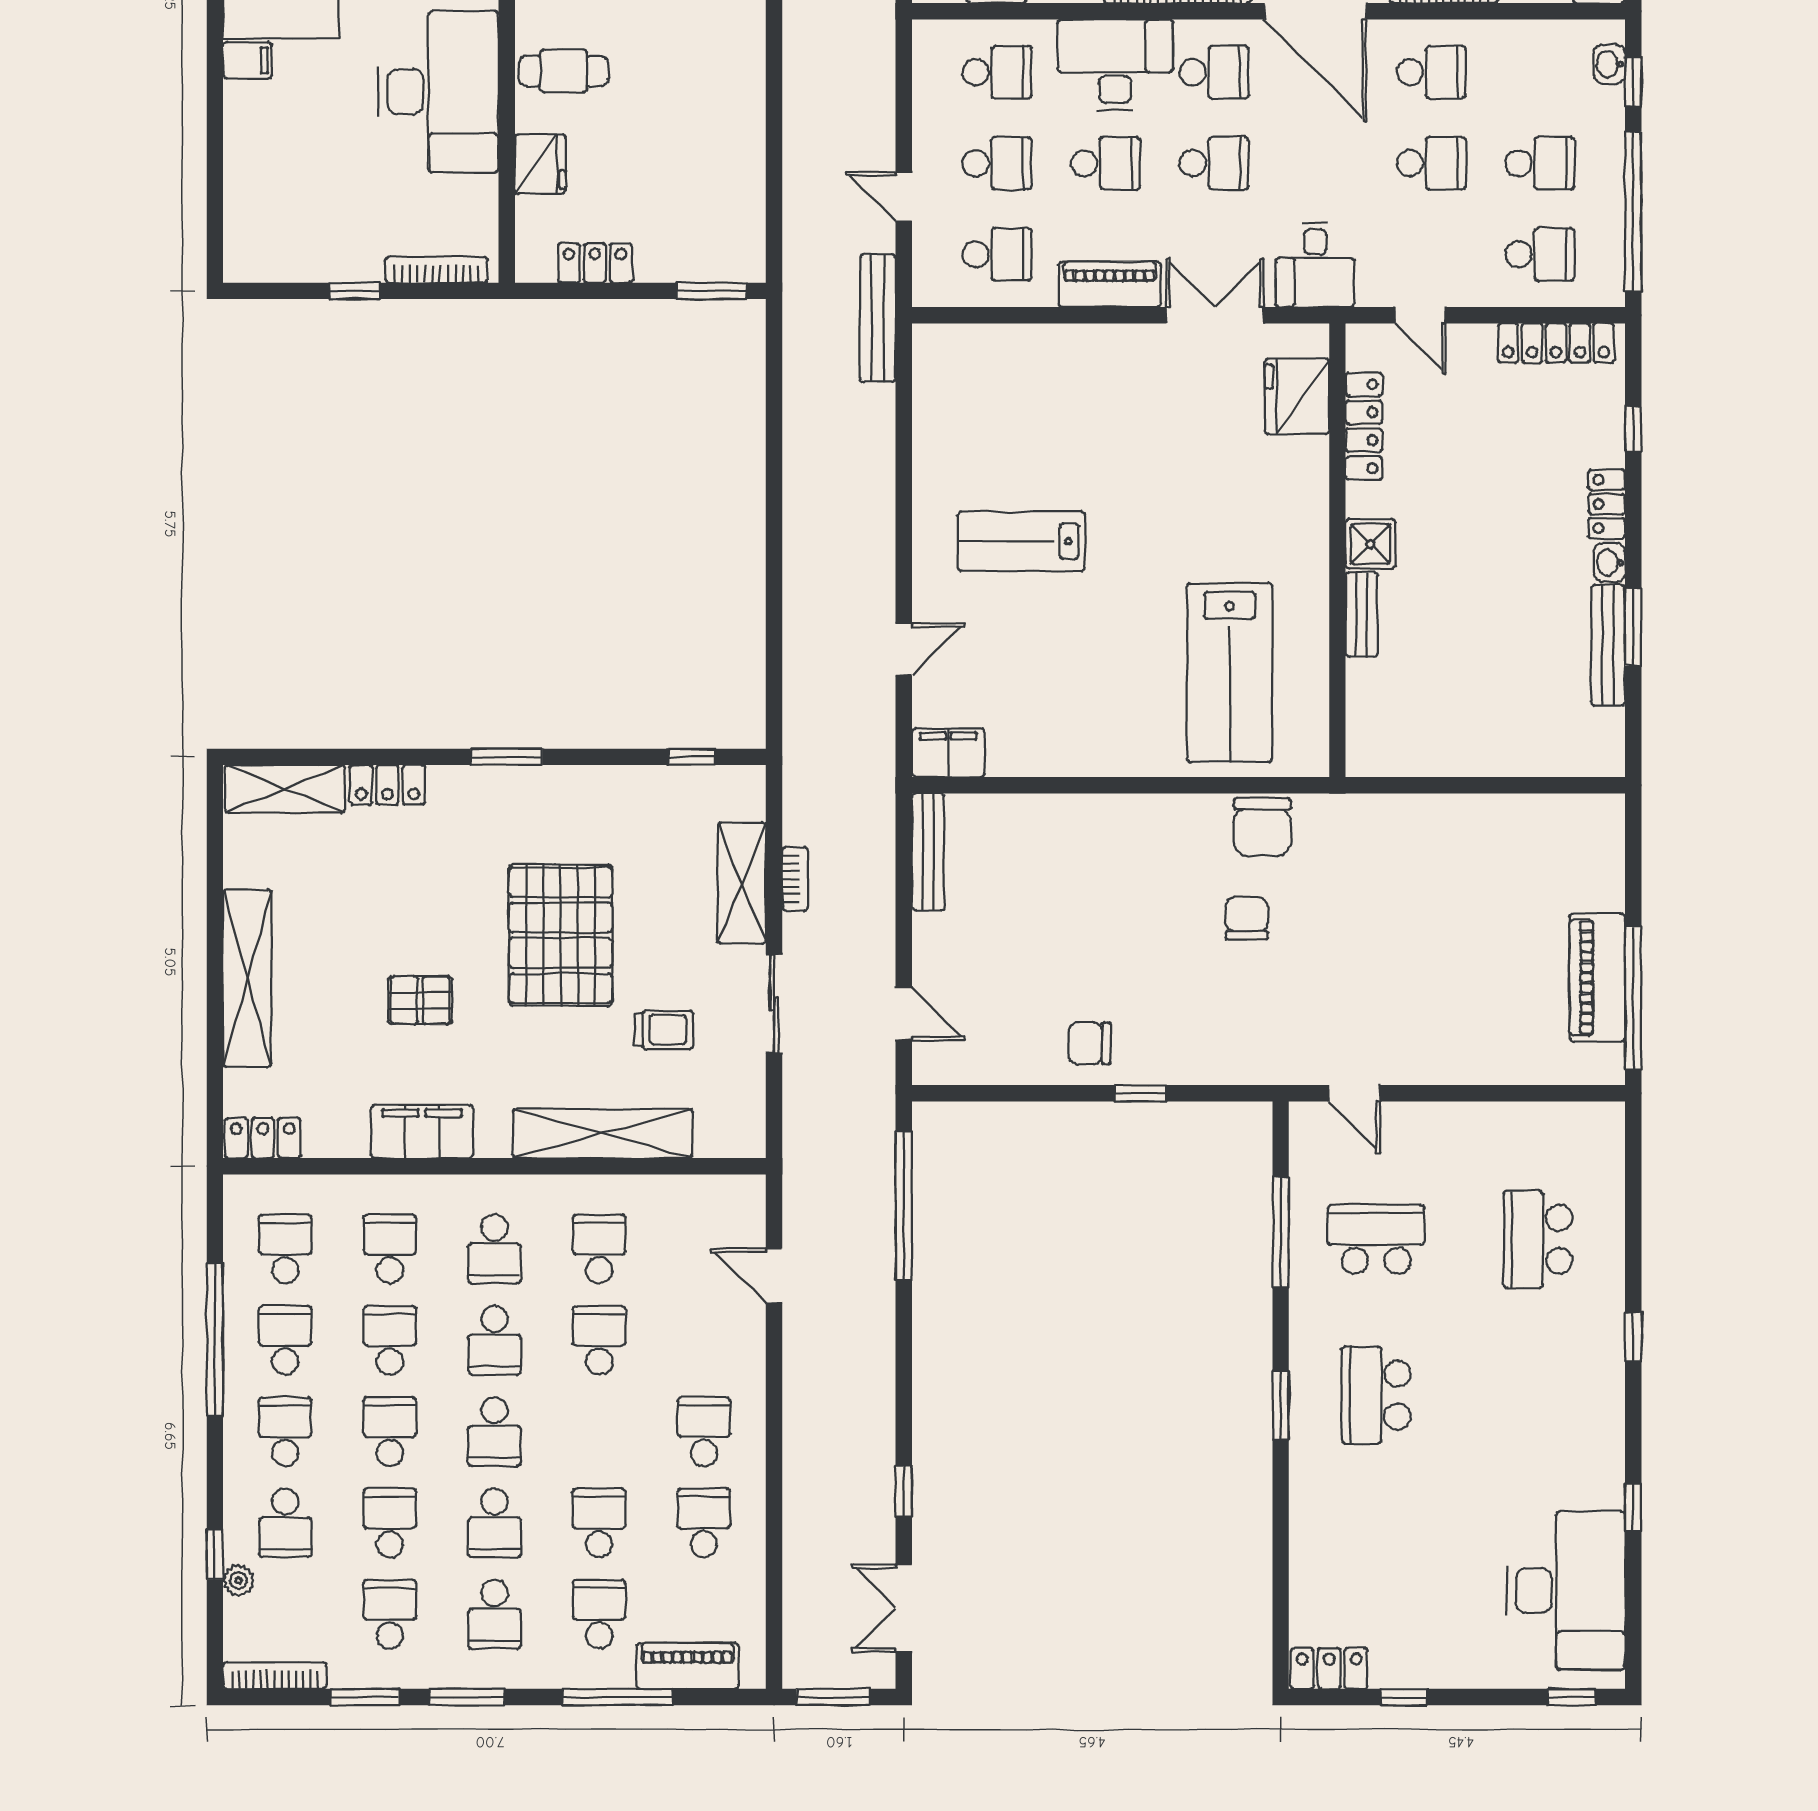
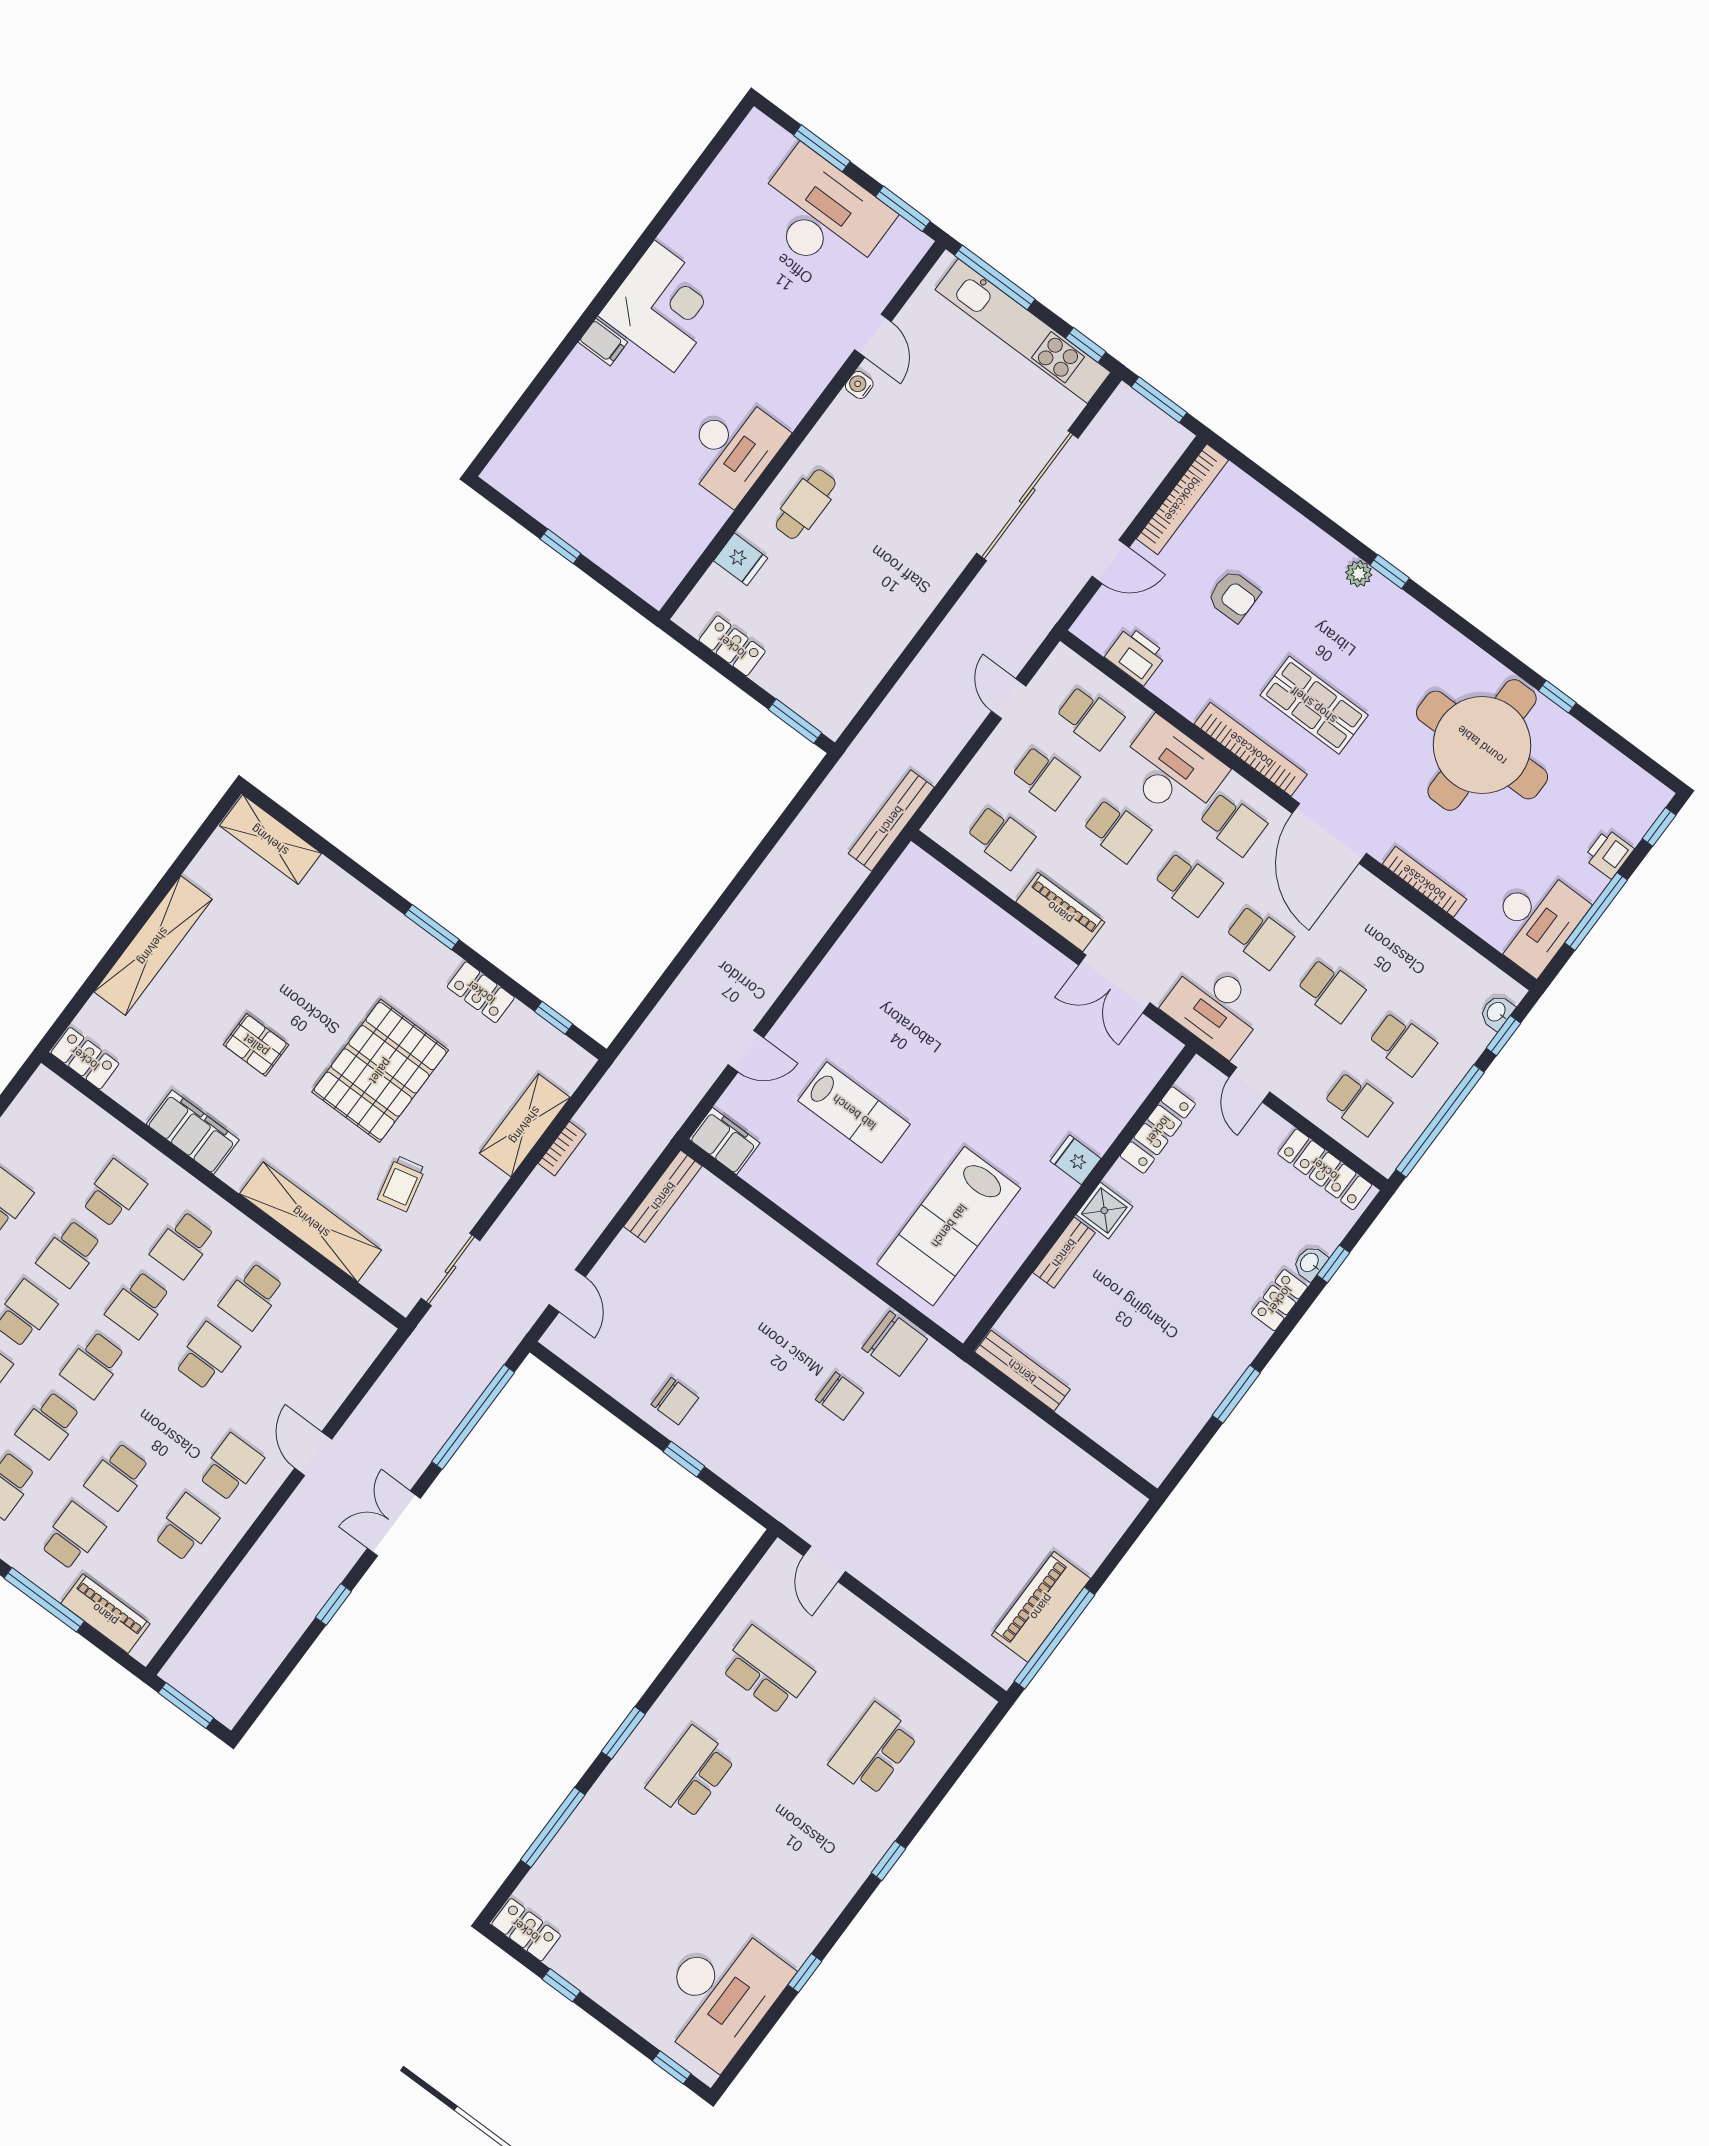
cafe table: (564, 71) -> (806, 504), turned 90
school desk: (1431, 72) -> (1260, 937), moved
desk: (438, 92) -> (733, 449), width x0.73, depth x0.77
fridge: (540, 164) -> (741, 559), width x0.72
door: (904, 196) -> (1009, 699), moved
desk: (1315, 265) -> (1215, 1007), width x1.37
bookcase: (436, 270) -> (625, 572), removed
double door: (1215, 315) -> (1114, 984), swing flipped
fridge: (1297, 396) -> (1076, 1160), moved, width x0.53, depth x0.75
lab bench: (1021, 541) -> (854, 1112), moved, turned 180
washbasin: (1610, 563) -> (1310, 1263), moved
bench: (1608, 645) -> (1022, 1371), moved, turned 90
locker: (387, 785) -> (481, 992), moved
chair: (1262, 827) -> (895, 1344), turned -90
chair: (1247, 918) -> (839, 1396), turned 90
sliding door: (774, 1004) -> (451, 1269), moved
trolley: (664, 1030) -> (402, 1184), turned 77
chair: (1089, 1043) -> (675, 1401), turned 180
window: (1281, 1232) -> (553, 1827), moved
school desk: (285, 1249) -> (45, 1142), removed
school desk: (599, 1249) -> (252, 1296), turned 180
door: (774, 1276) -> (313, 1454), moved
school desk: (390, 1340) -> (69, 1254), turned 180
school desk: (599, 1523) -> (117, 1476), turned 180
double door: (904, 1608) -> (394, 1523), moved

